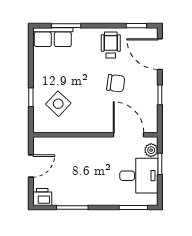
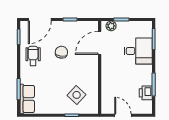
wheelchair: (111, 45) -> (33, 56), turned 90
desk: (139, 176) -> (138, 51), moved, turned 90
printer: (42, 197) -> (146, 93), moved

